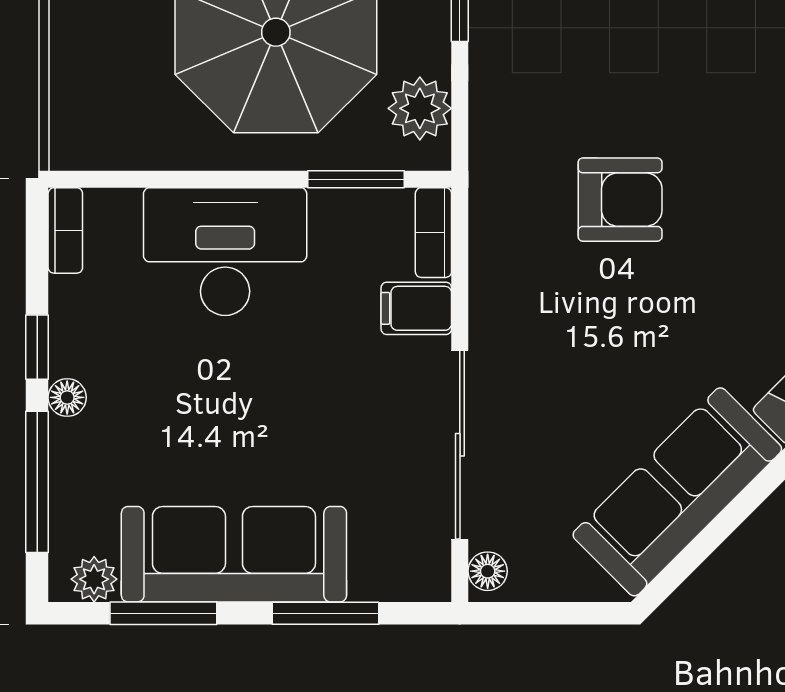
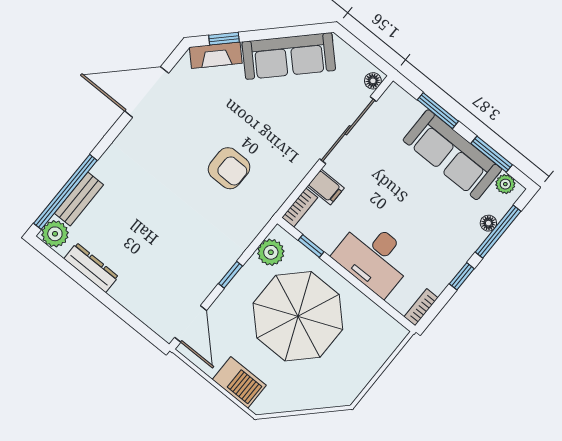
window: (356, 179) -> (311, 246), width x0.67
armchair: (620, 200) -> (229, 168), turned 180
floor lamp: (67, 397) -> (488, 223), moved

